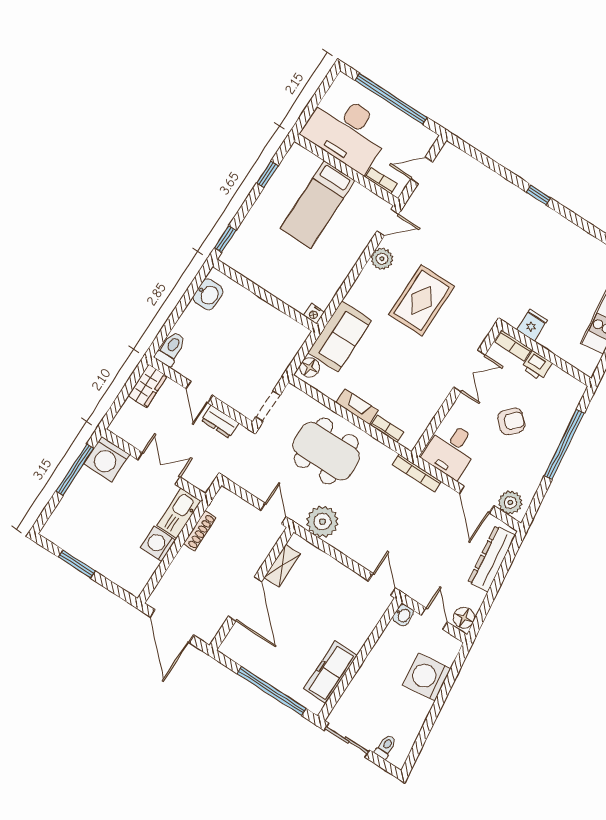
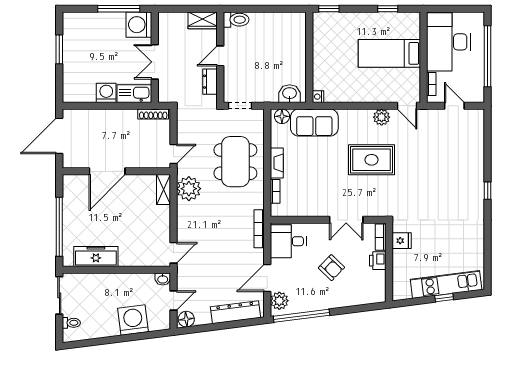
washbasin: (208, 294) -> (290, 94), moved, turned 180
window: (564, 444) -> (301, 316), moved
double door: (159, 468) -> (155, 62), swing flipped
shoe rack: (200, 531) -> (153, 114), moved
shelving: (282, 566) -> (163, 190), moved, turned 90

